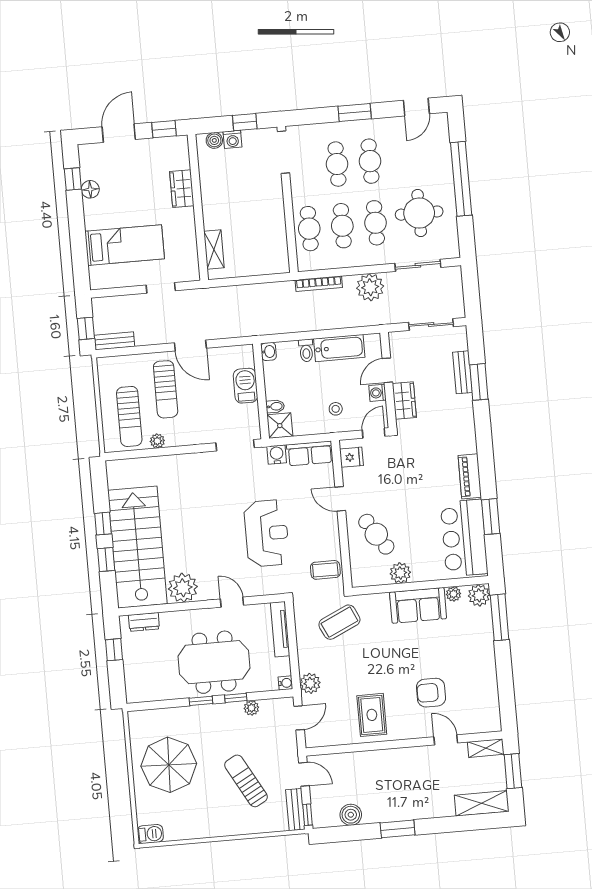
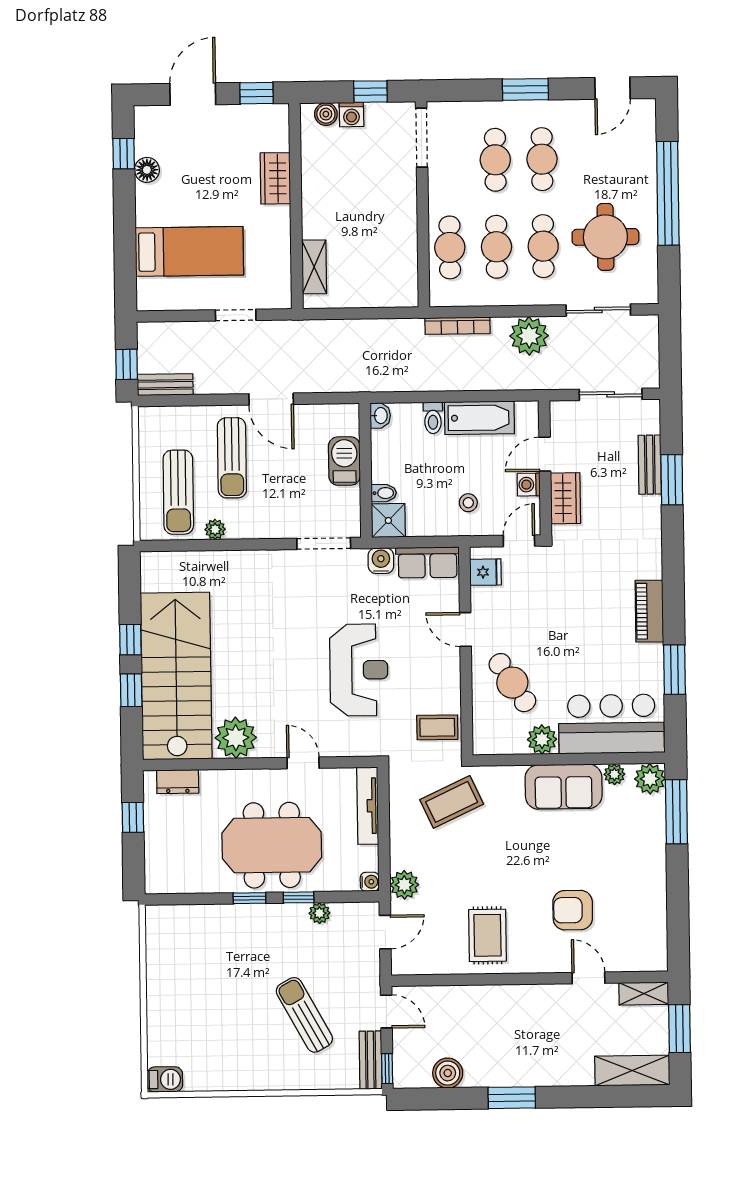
bar counter: (464, 538) -> (611, 724), moved, turned 90
parasol: (169, 765) -> (198, 984), removed

